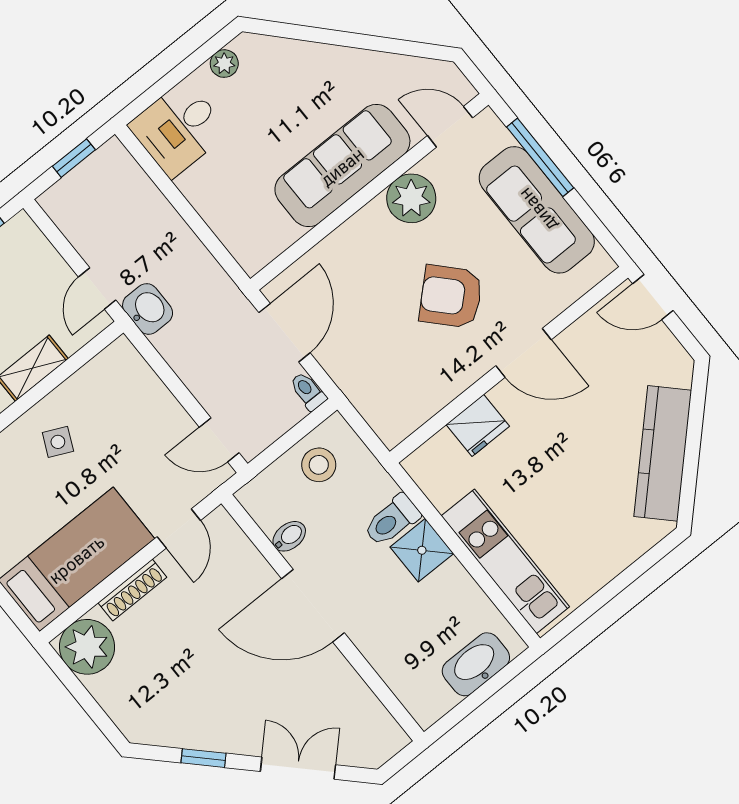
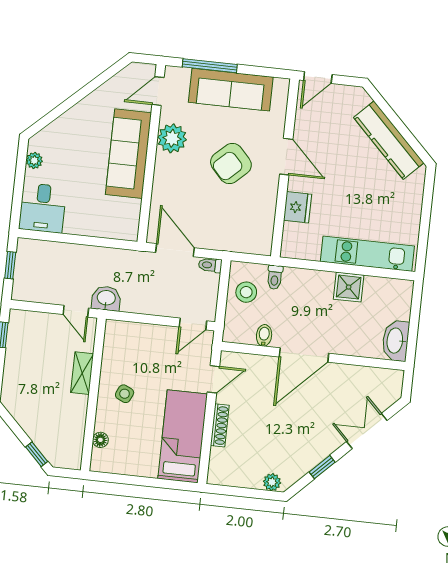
door: (524, 353) -> (286, 157), hinge flipped
toilet: (392, 520) -> (275, 277), moved, width x0.73, depth x0.72
door: (179, 529) -> (213, 379), hinge flipped
shower: (422, 550) -> (349, 287), moved
plant: (87, 647) -> (272, 482), moved, width x0.53, depth x0.53
washbasin: (476, 664) -> (396, 341), moved

